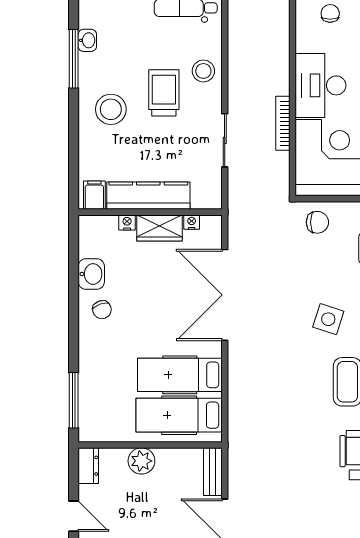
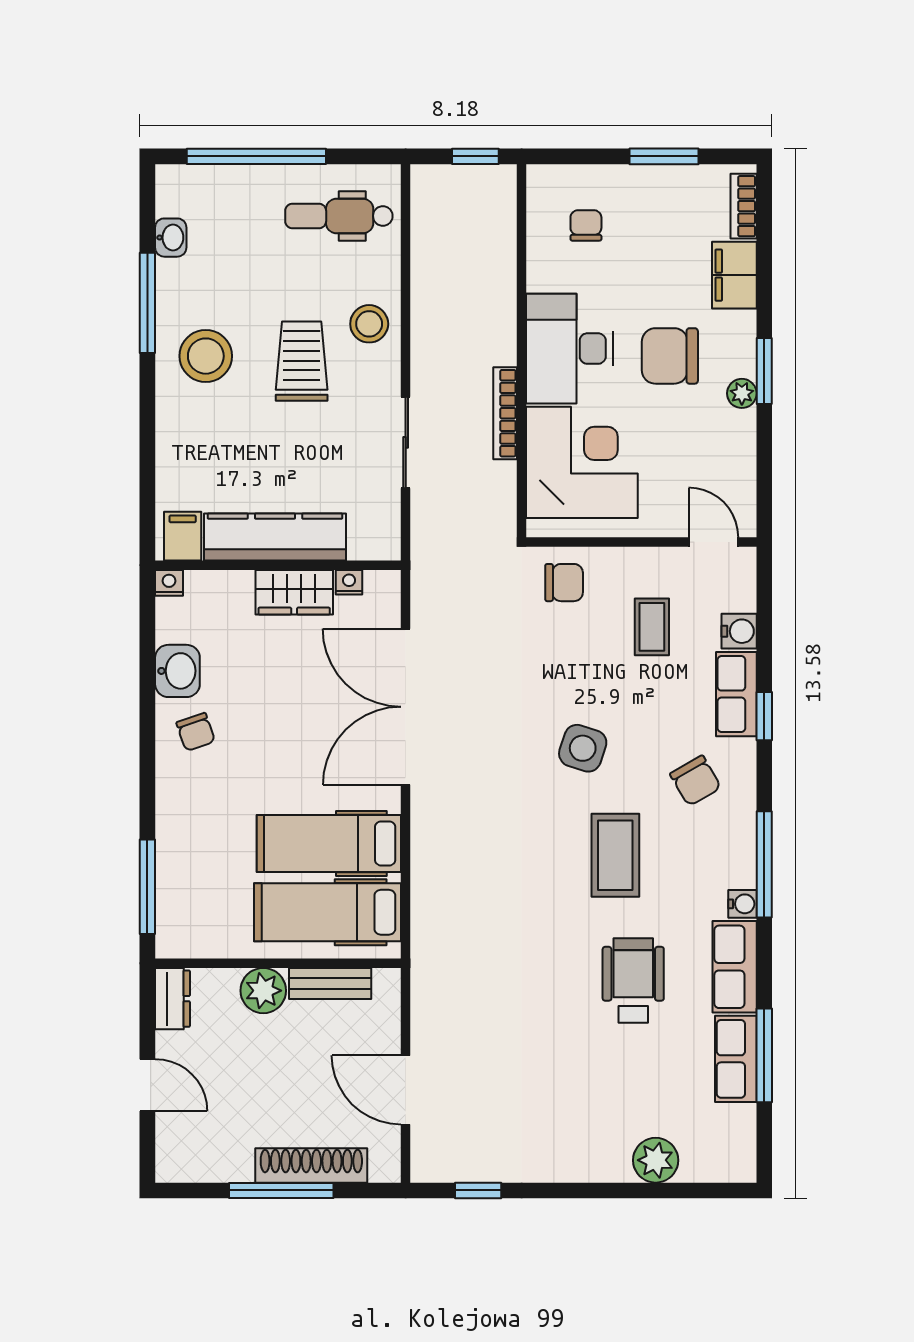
washbasin: (87, 40) -> (171, 238), moved
stool: (111, 109) -> (206, 356), moved
nightstand: (127, 222) -> (169, 583), moved
bench: (213, 472) -> (330, 984), moved, turned 90

